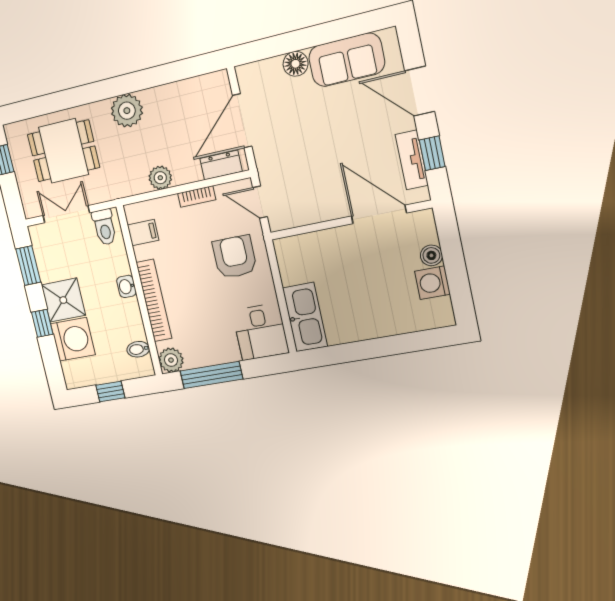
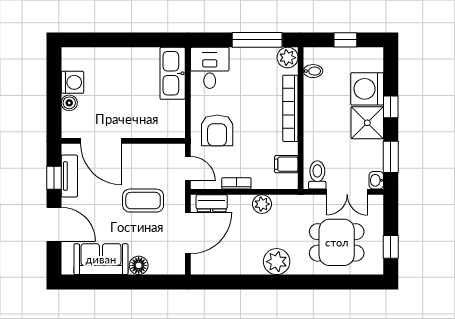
coffee table: (308, 149) -> (143, 201), added
washbasin: (126, 286) -> (376, 180), moved, turned 180

